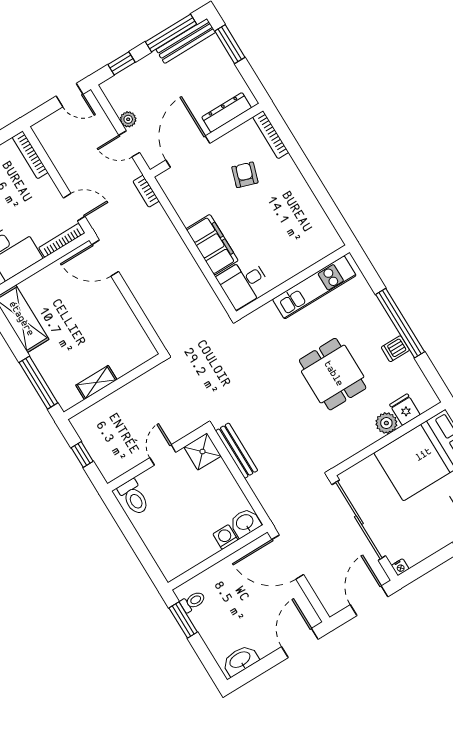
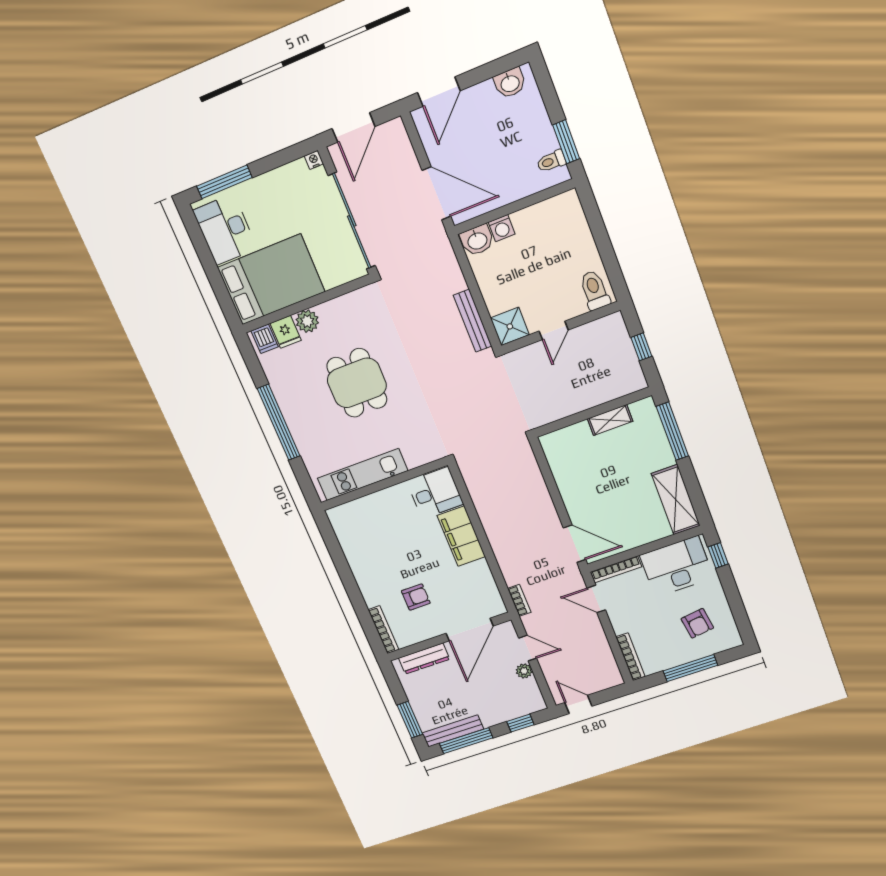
armchair: (245, 175) -> (416, 597), turned -108
dishwasher: (395, 349) -> (265, 339), moved, turned 90
washbasin: (240, 660) -> (510, 83), width x0.72

